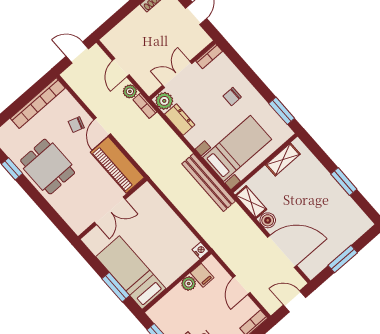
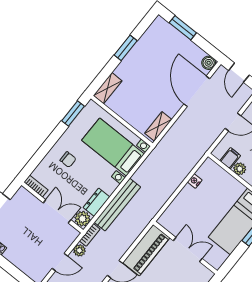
double door: (177, 74) -> (57, 211), swing flipped
shelving: (283, 159) -> (108, 88), moved, turned 90
bench: (208, 182) -> (117, 205), moved
boiler: (268, 220) -> (209, 63), moved
nightstand: (200, 250) -> (195, 181), moved
window: (343, 259) -> (183, 28), moved

